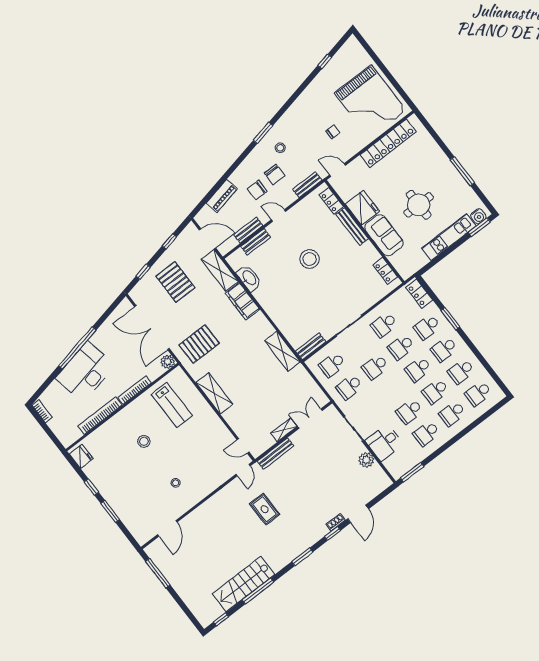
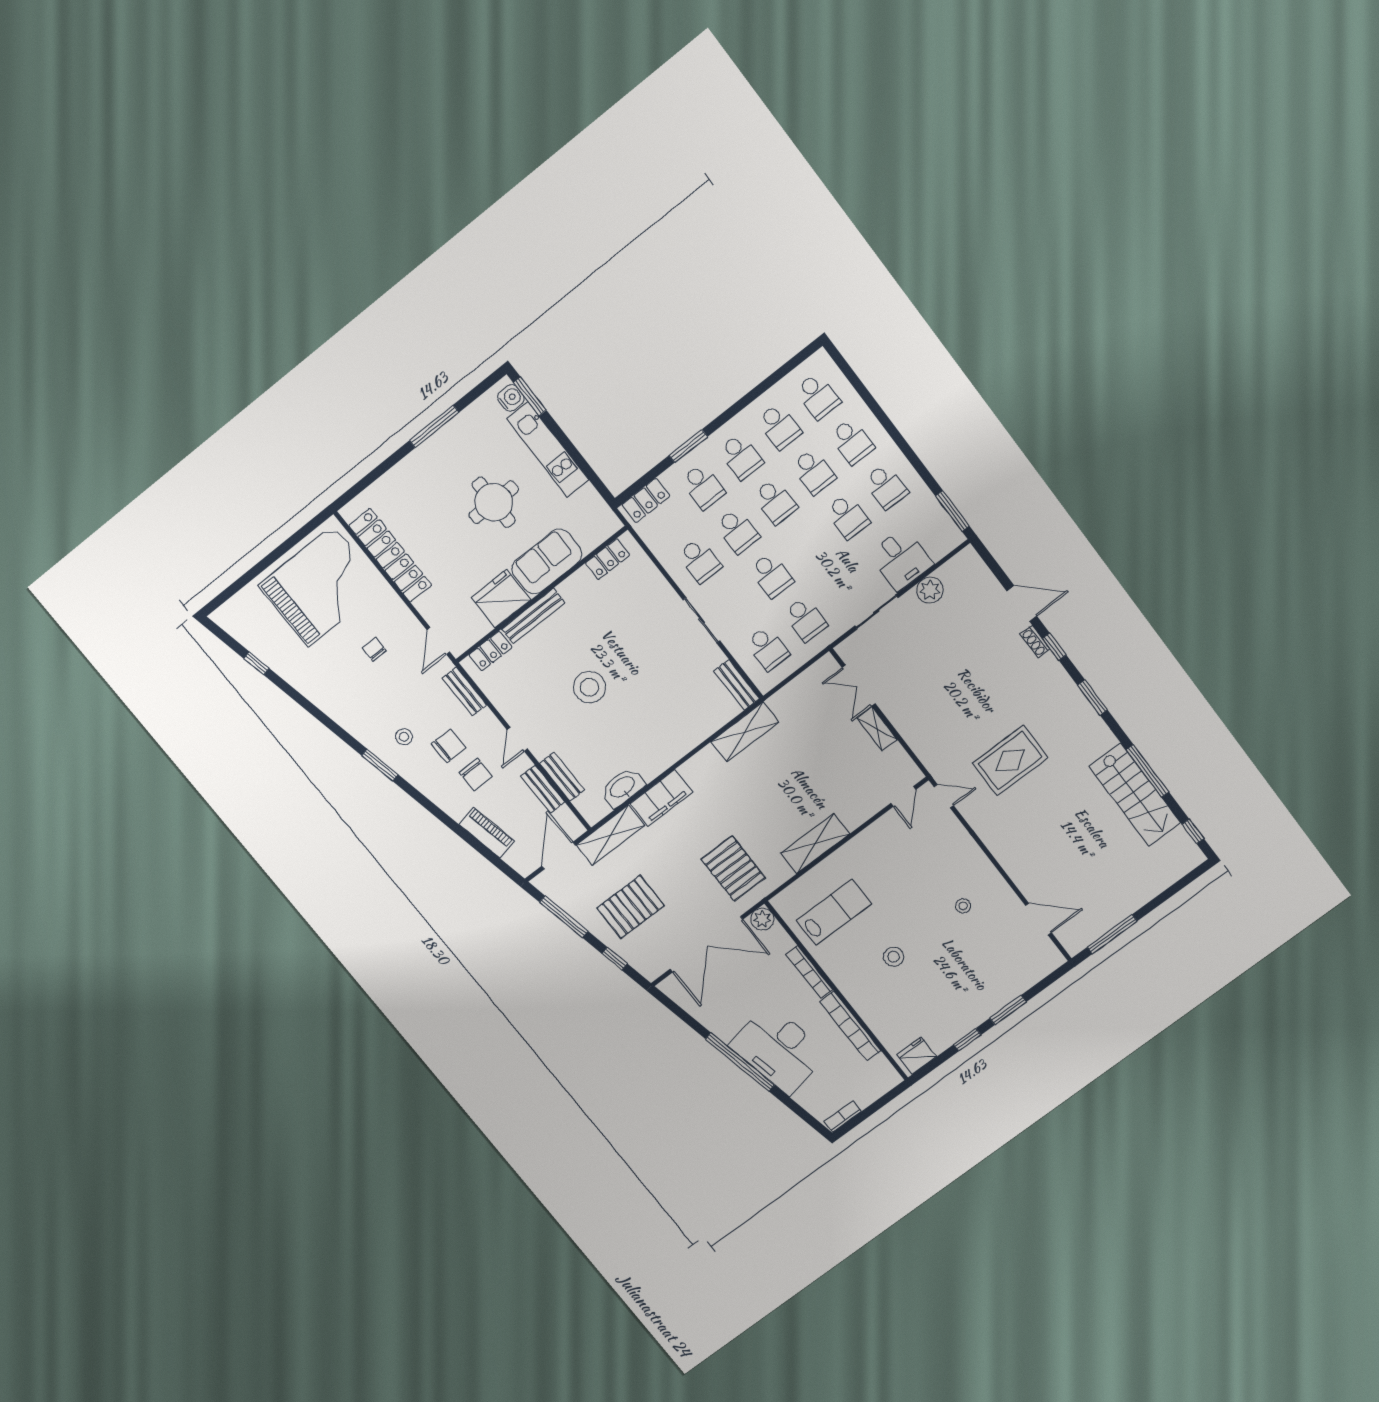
window: (169, 241) -> (564, 917), width x2.17
bench: (276, 454) -> (917, 743), removed
rug: (265, 509) -> (1010, 760), width x1.36, depth x1.43

